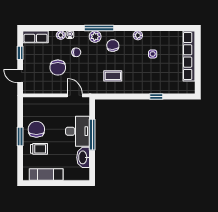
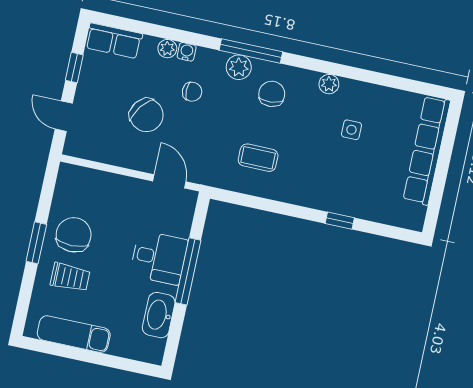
chair: (58, 68) -> (146, 115), turned -54
desk: (77, 131) -> (159, 258), width x0.73

